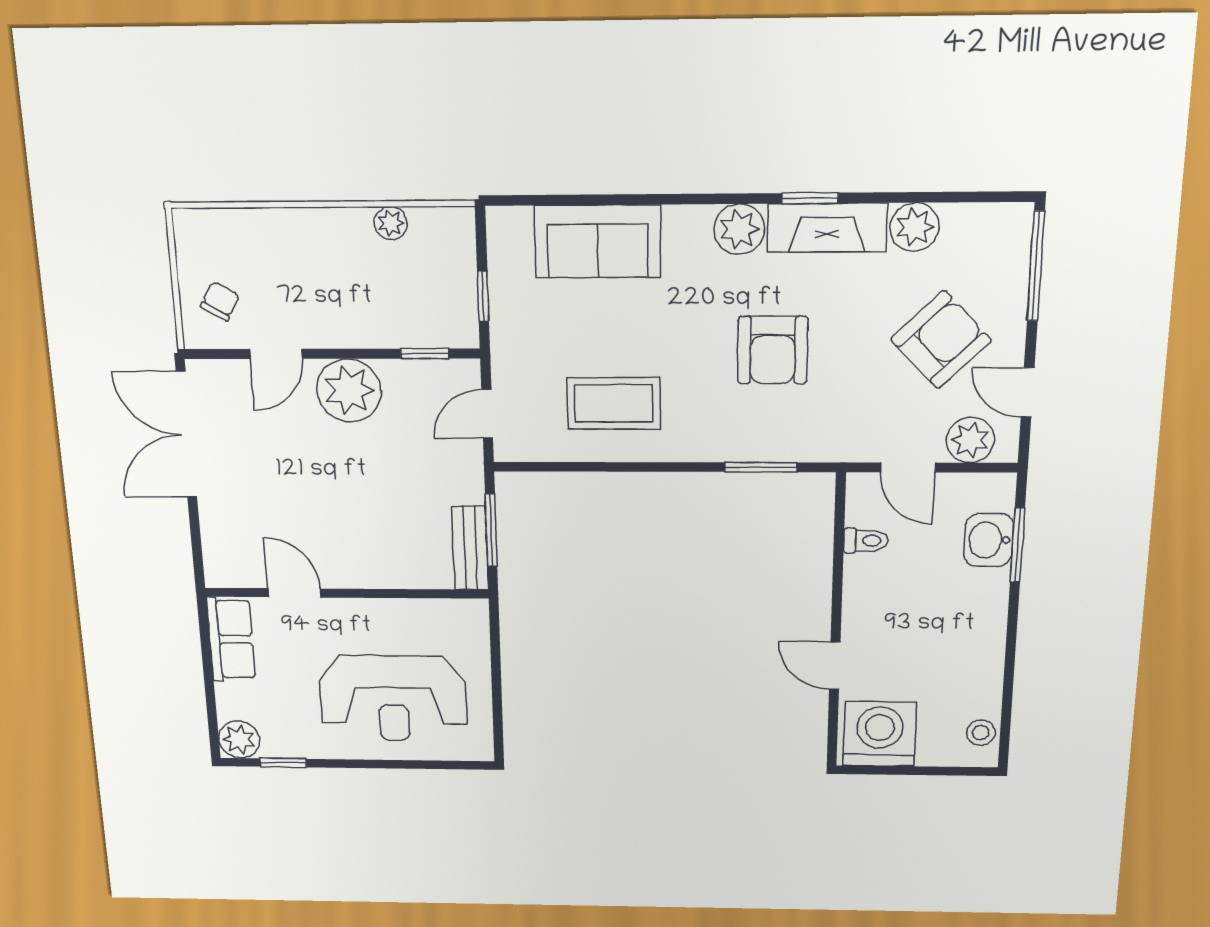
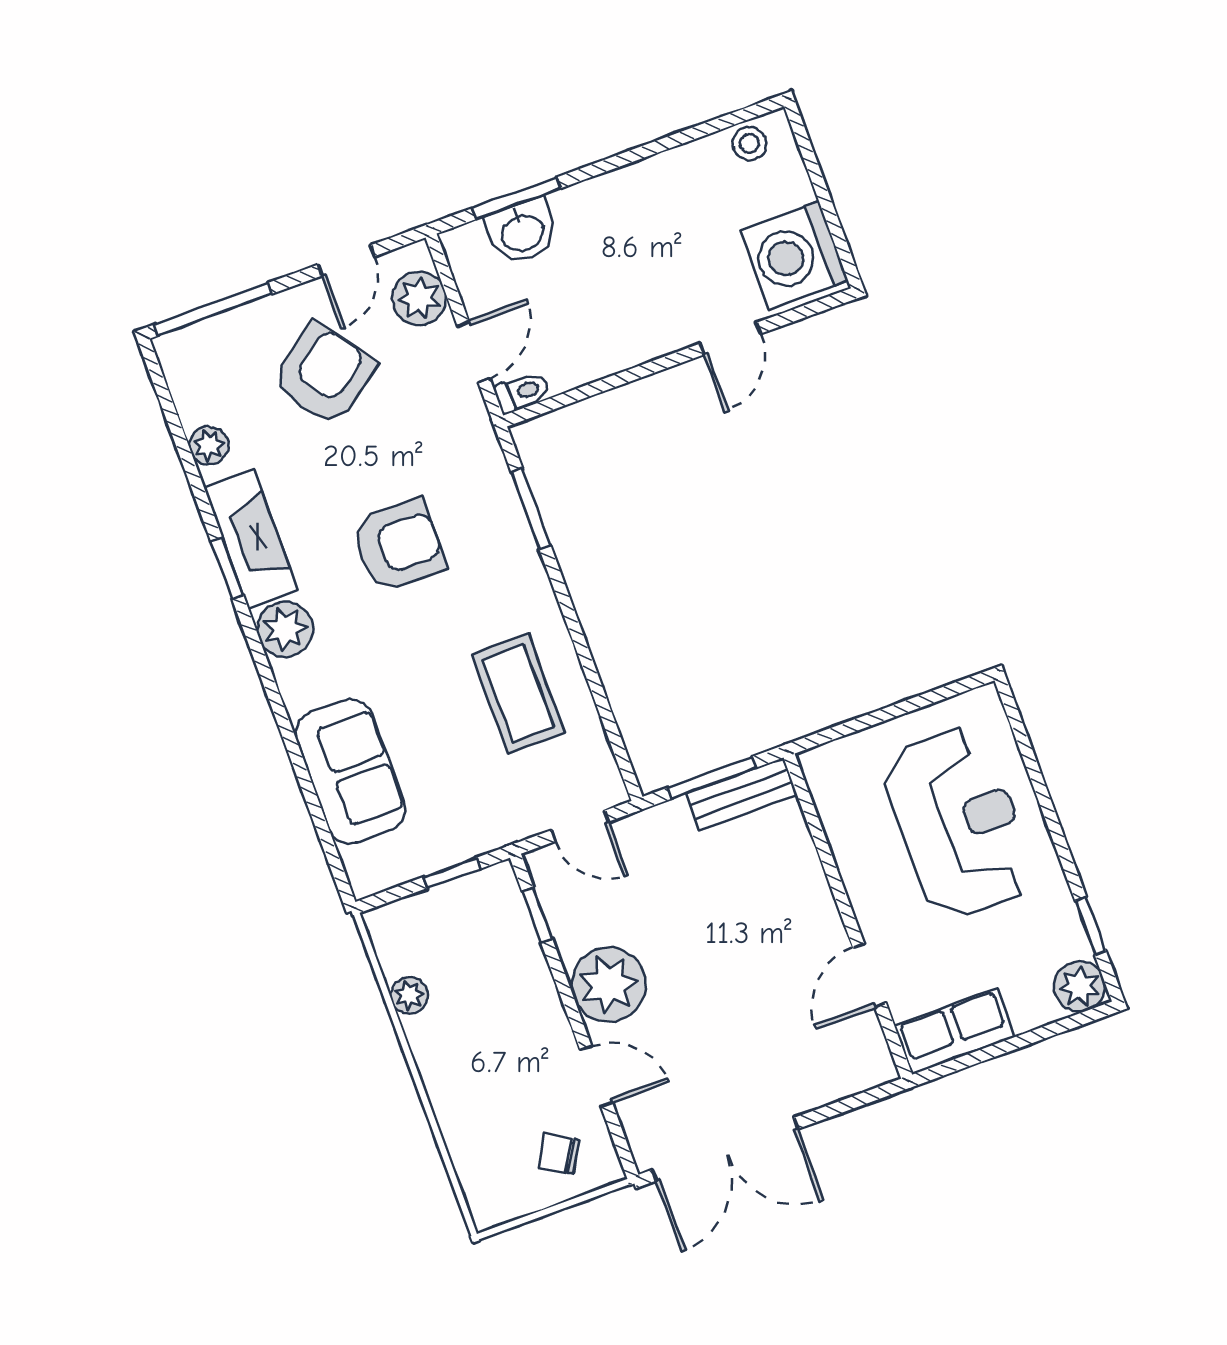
plant: (915, 227) -> (209, 446), width x0.73, depth x0.73
armchair: (941, 340) -> (324, 374), turned 98
toilet: (866, 541) -> (521, 392), moved, turned 90

